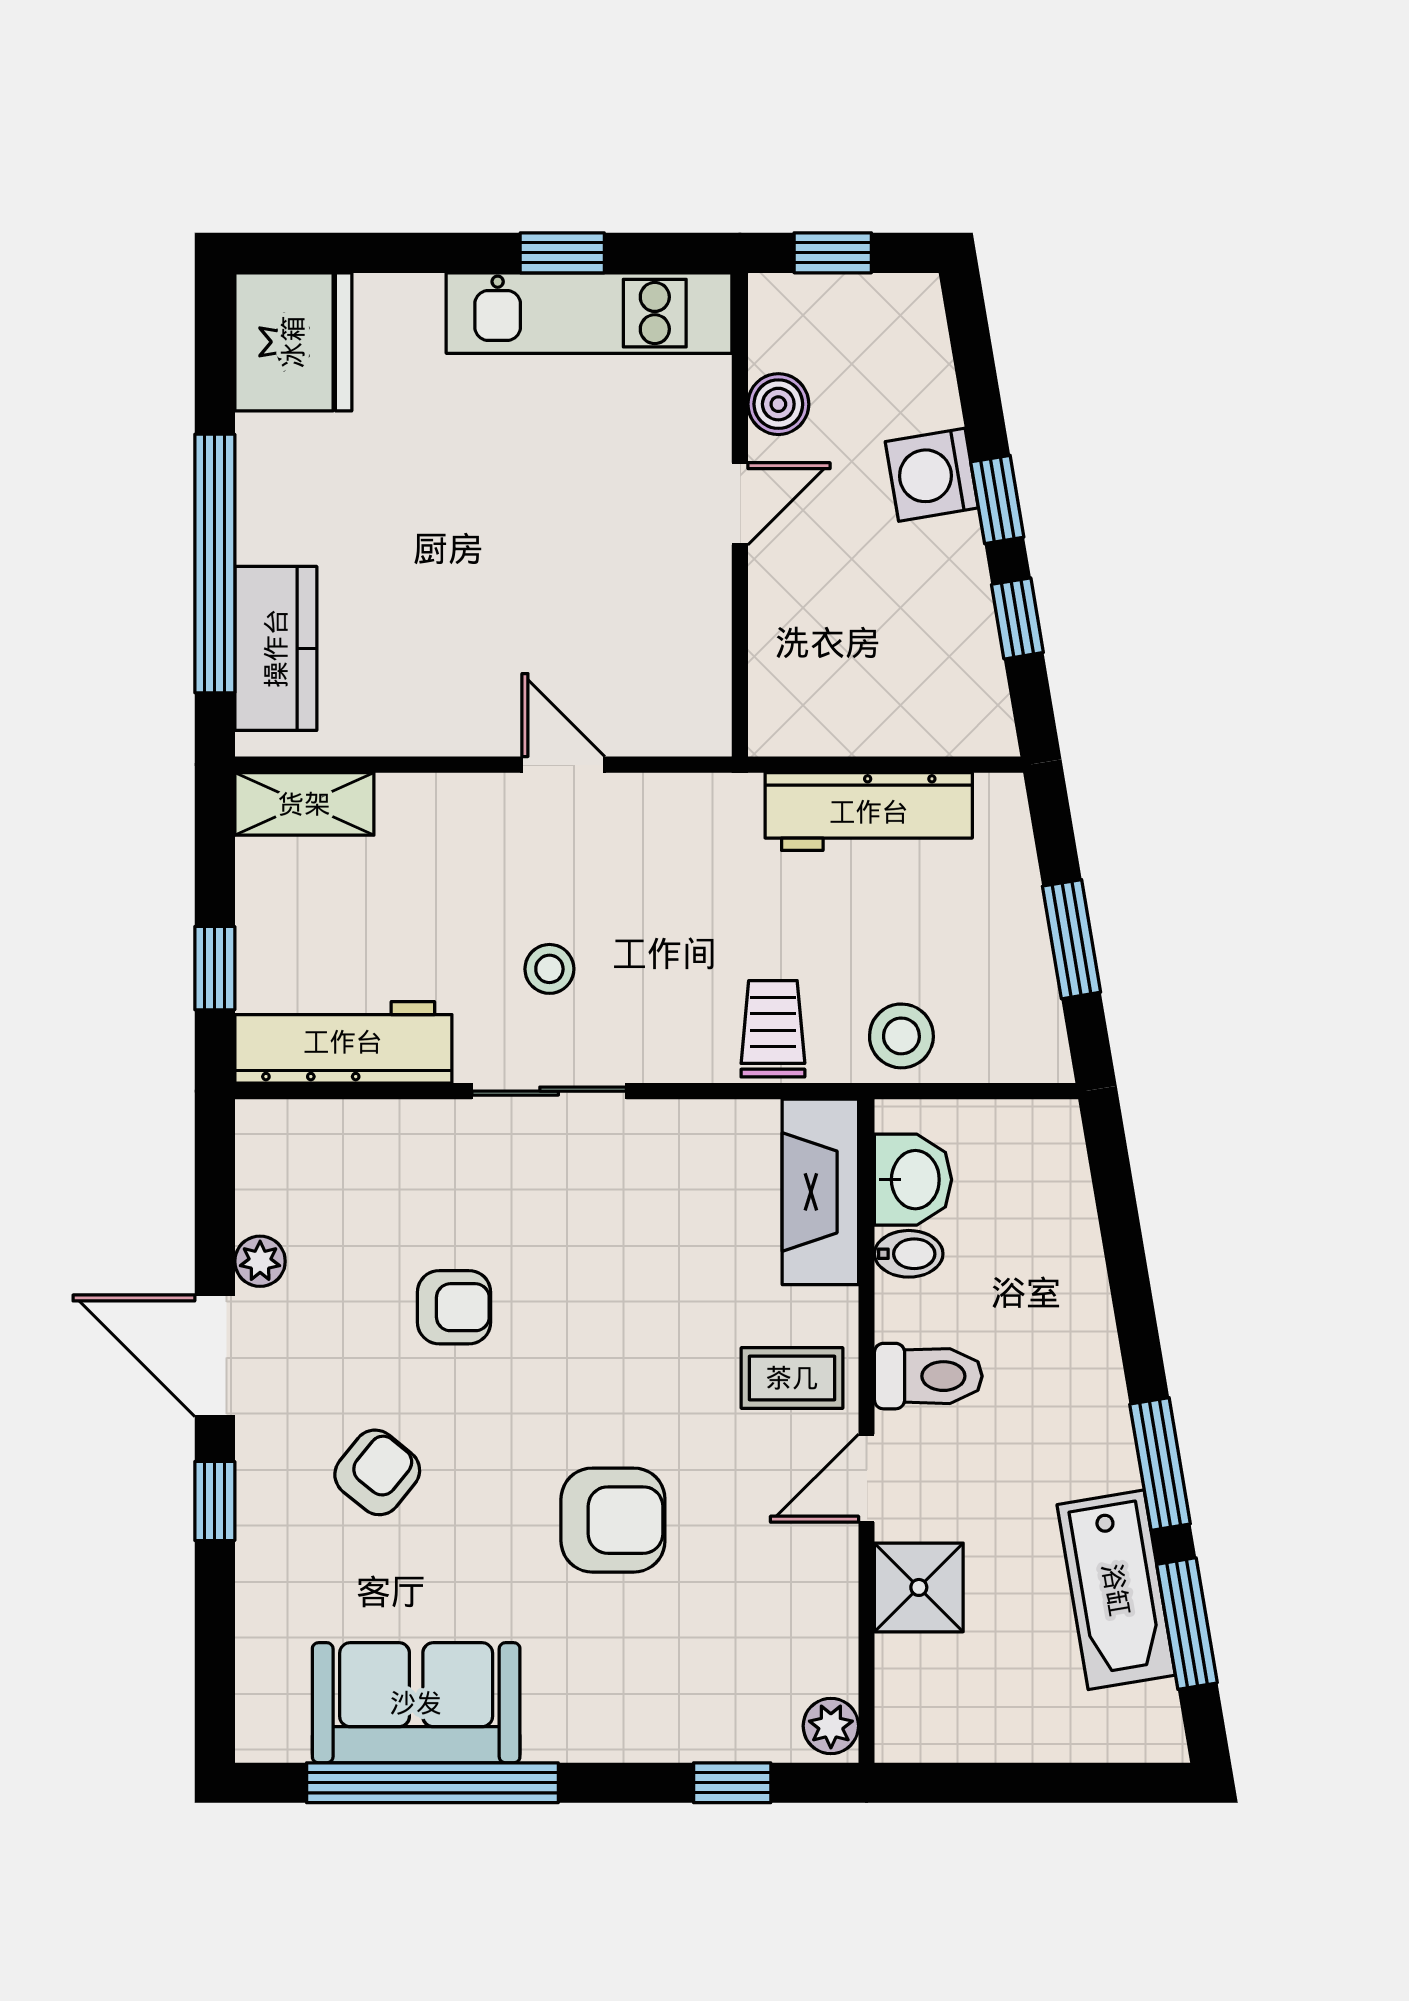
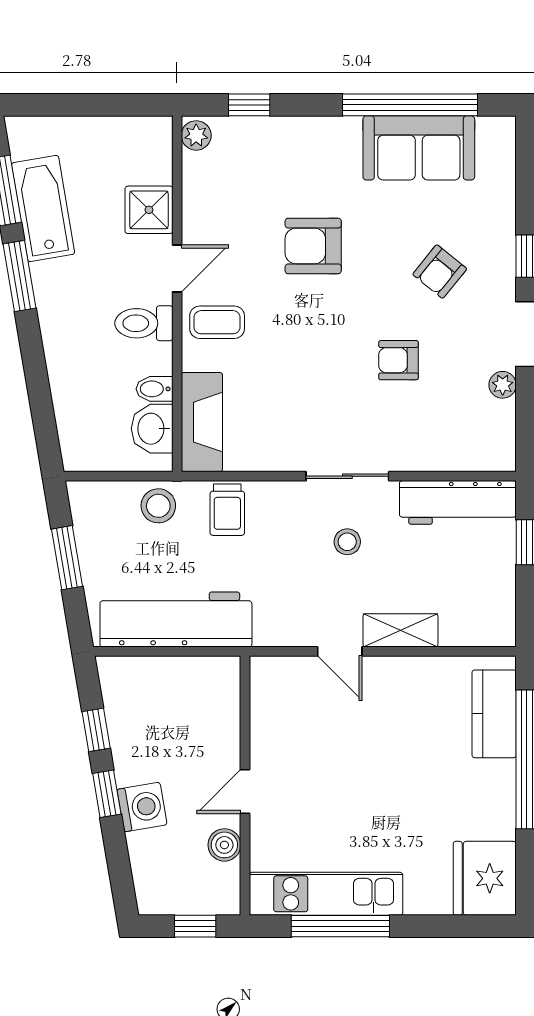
window: (562, 253) -> (340, 926), width x2.17
shelving: (304, 804) -> (401, 630), moved
workbench: (869, 812) -> (176, 620), width x1.36, depth x1.32

